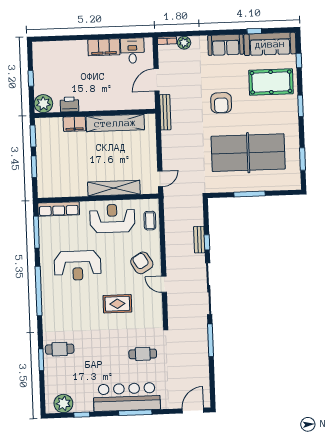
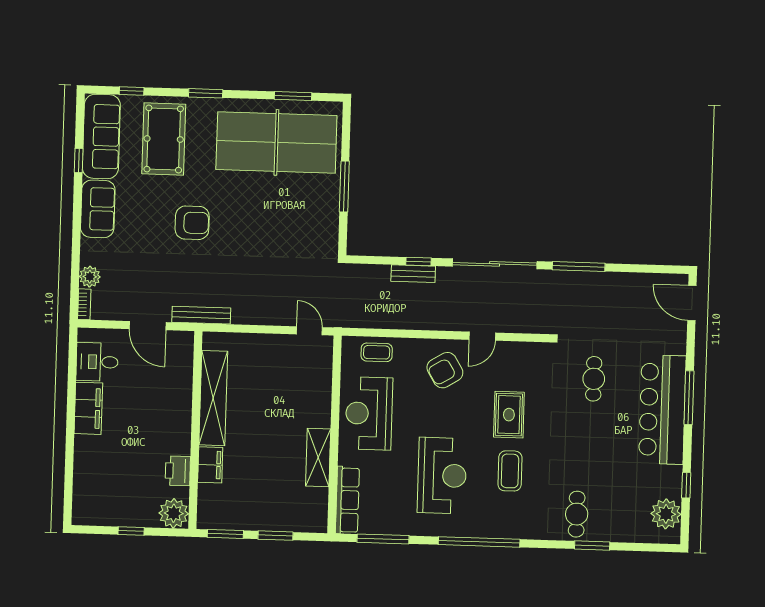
table tennis table: (248, 153) -> (276, 142), moved, turned 90
shelving: (114, 188) -> (318, 458), moved, width x0.68
coffee table: (83, 307) -> (510, 471), added

